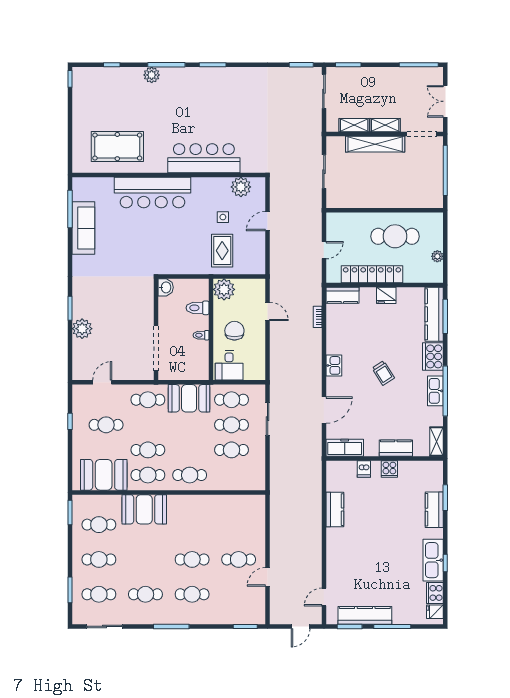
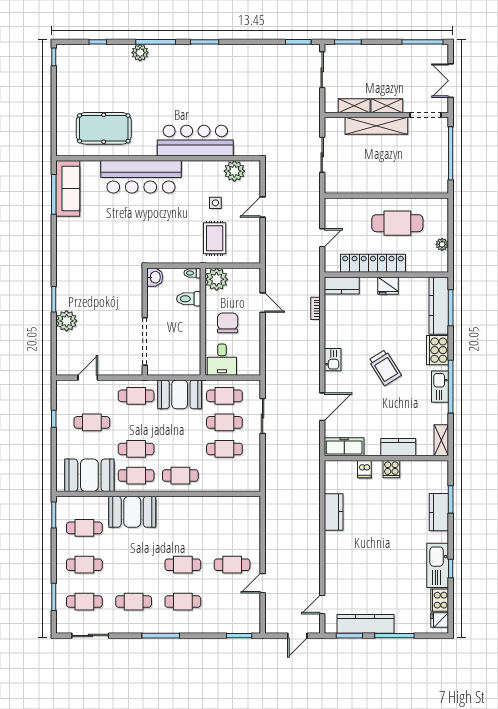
sofa: (83, 228) -> (68, 188), moved
toilet: (201, 335) -> (192, 273), moved
trolley: (383, 373) -> (385, 368), width x1.36, depth x1.39

